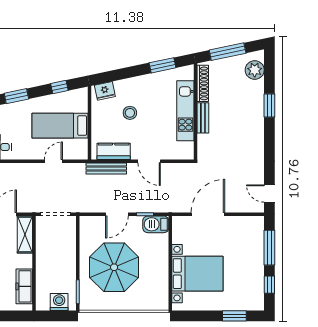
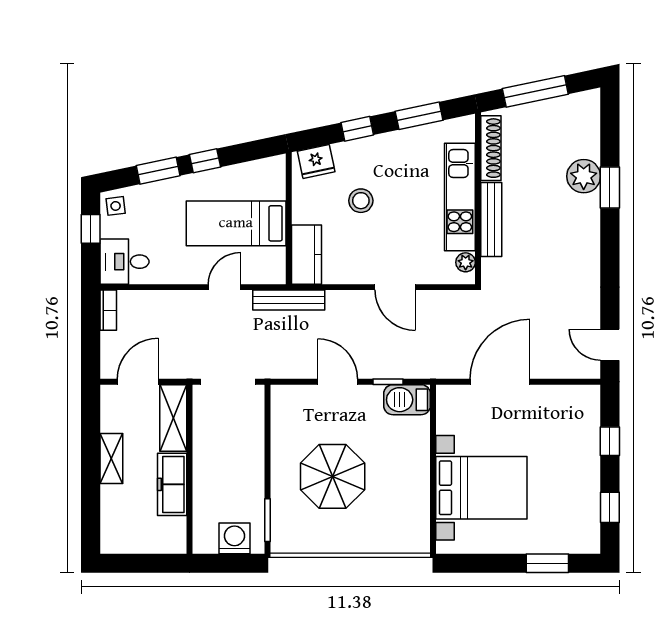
plant: (255, 70) -> (584, 176), moved
window: (128, 73) -> (357, 129), added
window: (59, 87) -> (205, 161), moved
bench: (203, 118) -> (491, 220), width x1.36
plant: (189, 147) -> (466, 262), added
kitchen counter: (114, 151) -> (306, 255), moved, turned 90
bench: (106, 168) -> (289, 300), moved
door: (117, 214) -> (338, 382), swing flipped
window: (269, 248) -> (610, 441), width x0.46
parasol: (114, 267) -> (333, 476), width x0.73, depth x0.73
freezer: (24, 286) -> (172, 484), moved

